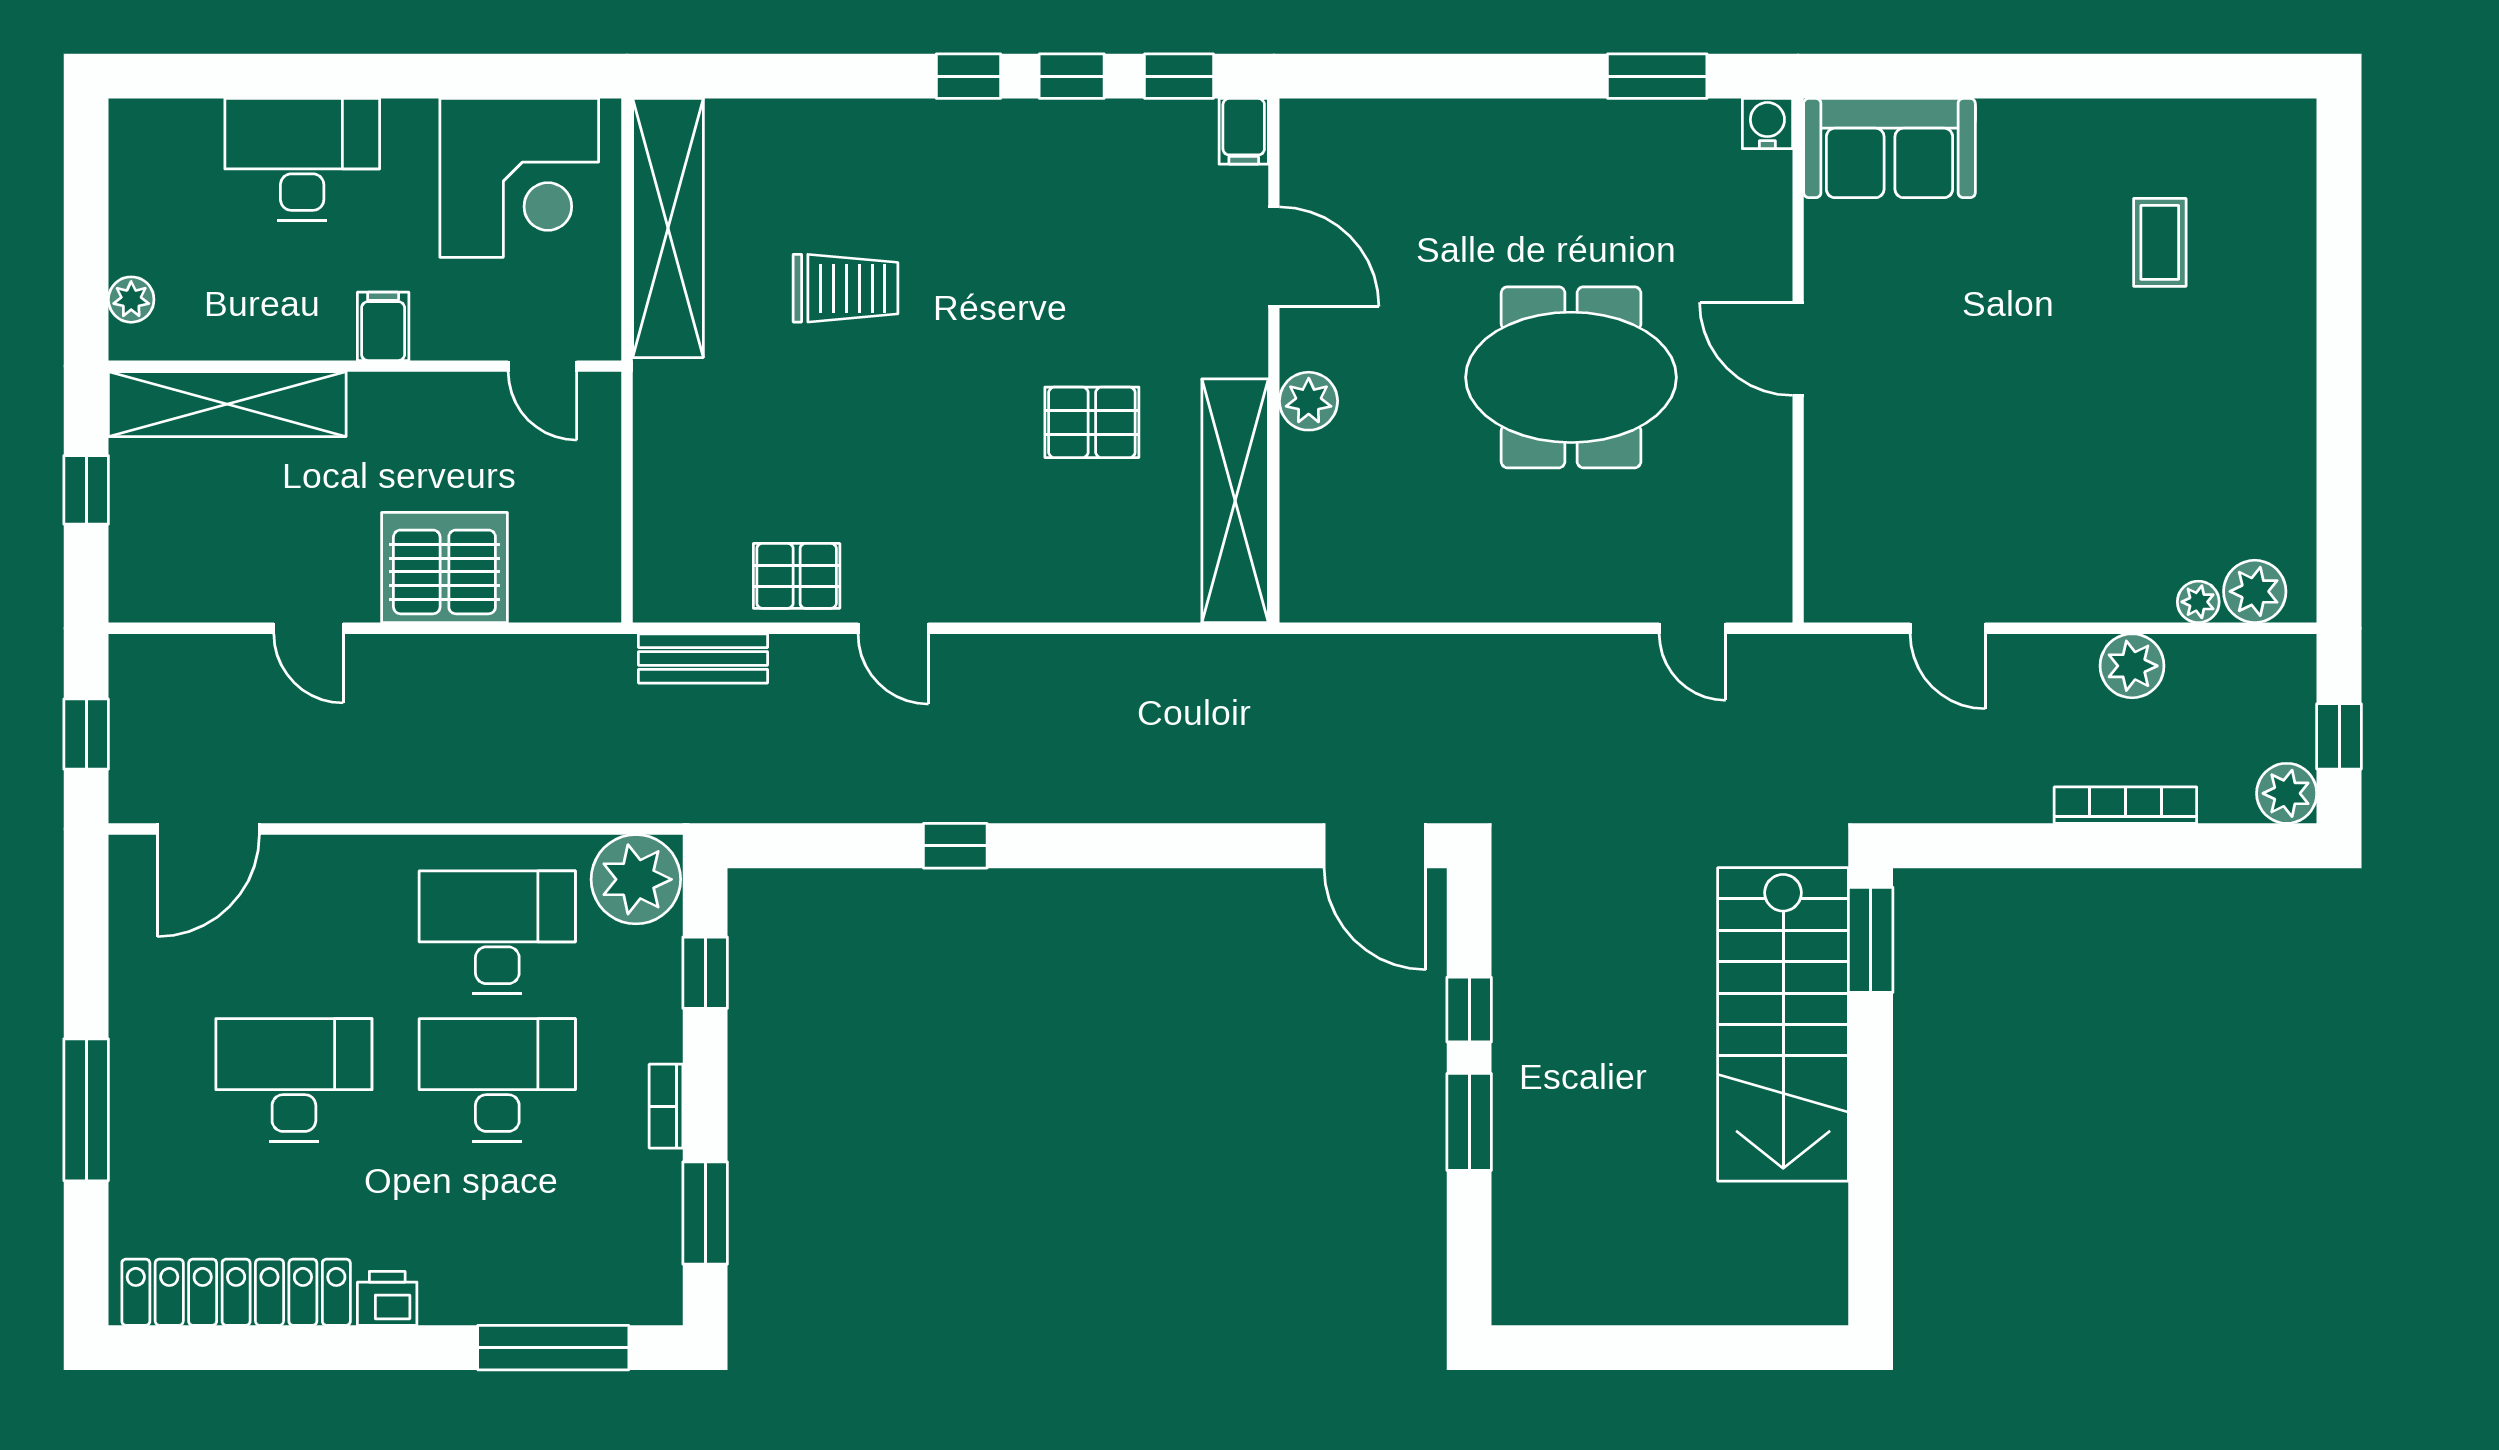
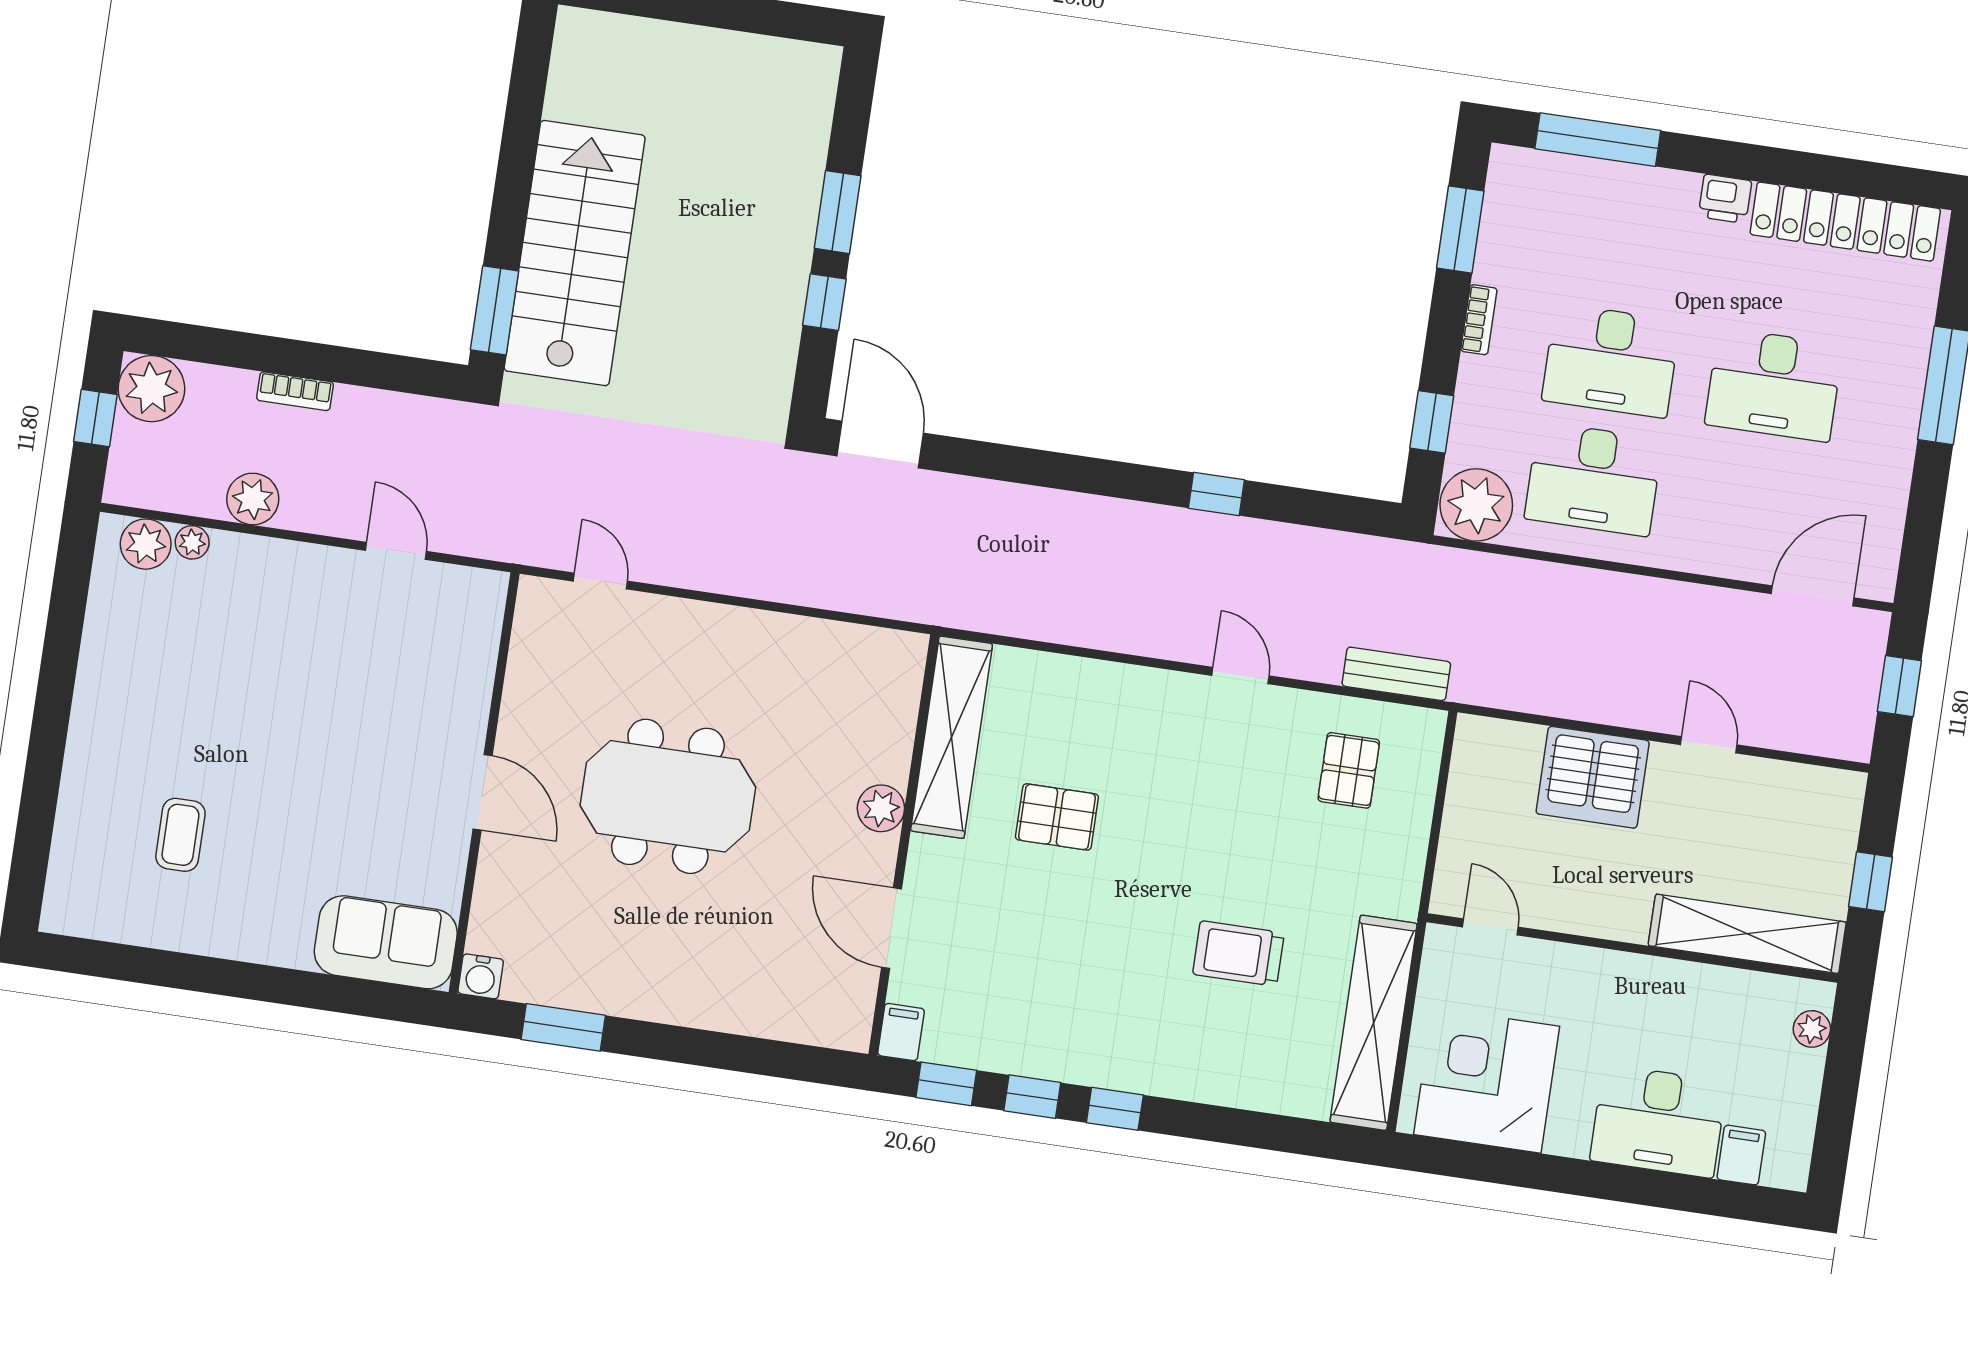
filing cabinet: (383, 326) -> (1741, 1155), moved, turned 180
pallet: (797, 576) -> (1349, 770), moved, turned 90
plant: (2287, 793) -> (151, 389), width x1.36, depth x1.36
bookcase: (2125, 805) -> (295, 391), width x0.64

